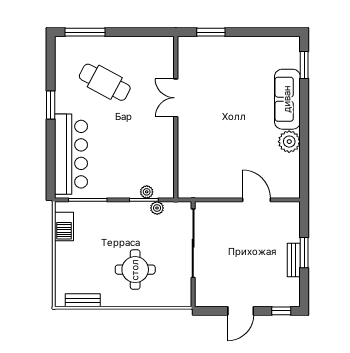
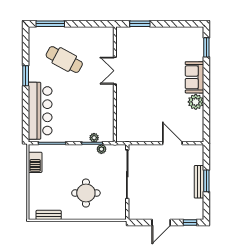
sofa: (287, 99) -> (194, 77), width x0.73
bench: (294, 260) -> (199, 182), width x1.36

